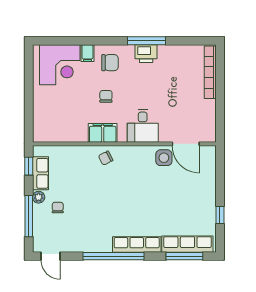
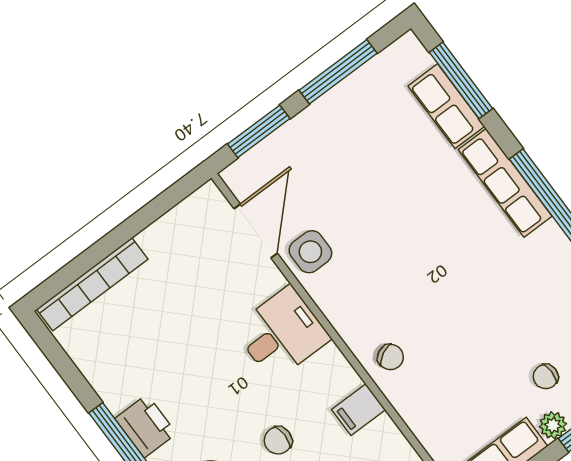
filing cabinet: (103, 133) -> (359, 410), width x0.50
window: (220, 171) -> (259, 131), added
window: (220, 215) -> (338, 72), width x2.17
row of seats: (187, 244) -> (446, 106), width x0.68

